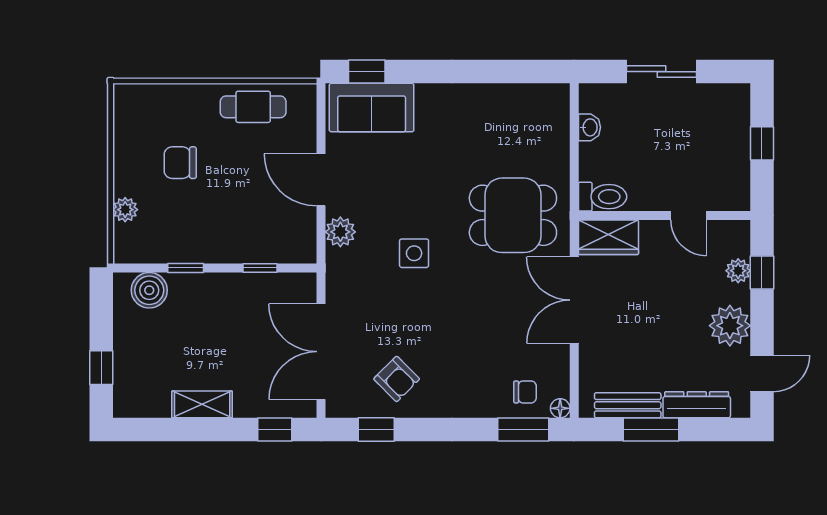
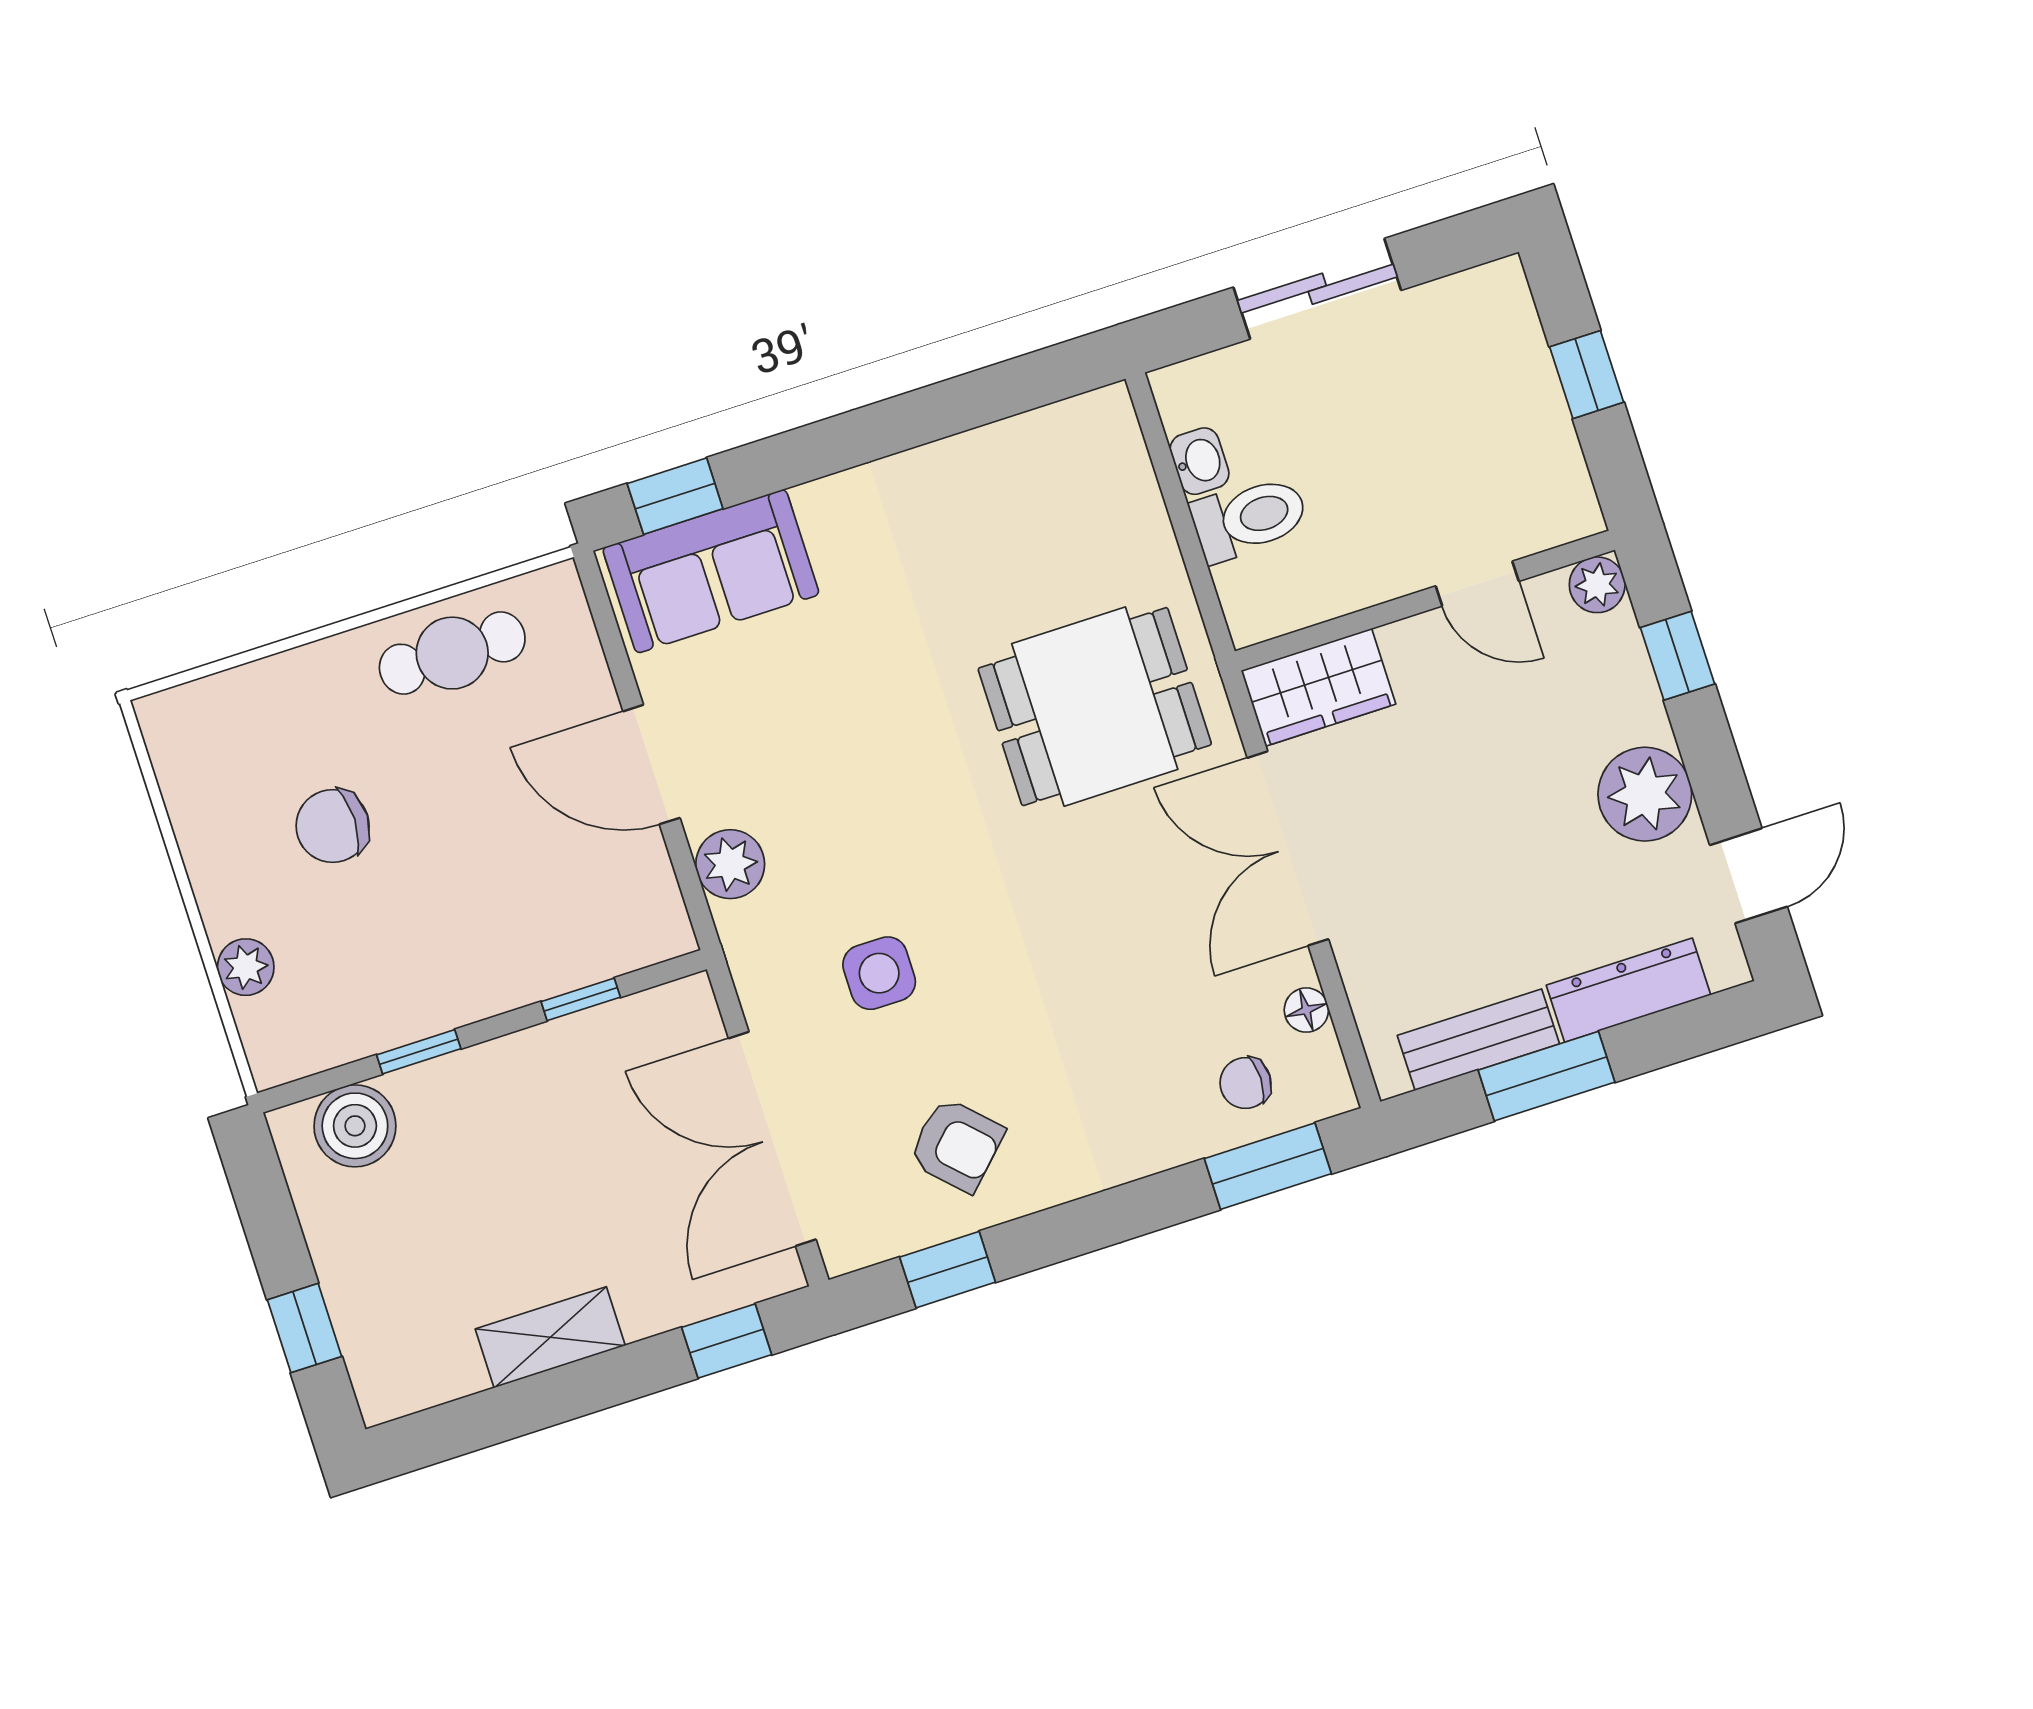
toilet: (603, 197) -> (1249, 518), moved
side table: (414, 253) -> (879, 973), moved
plant: (738, 271) -> (1597, 585), moved
chair: (525, 392) -> (1245, 1083), turned 180
floor lamp: (560, 408) -> (1306, 1010), moved

